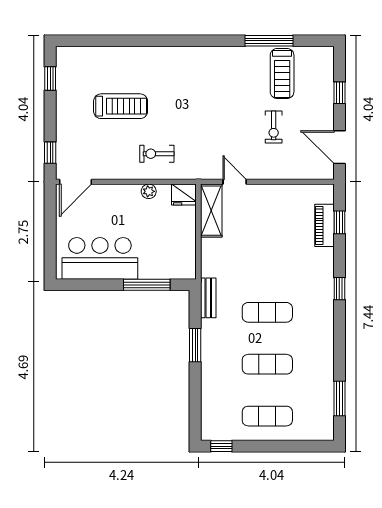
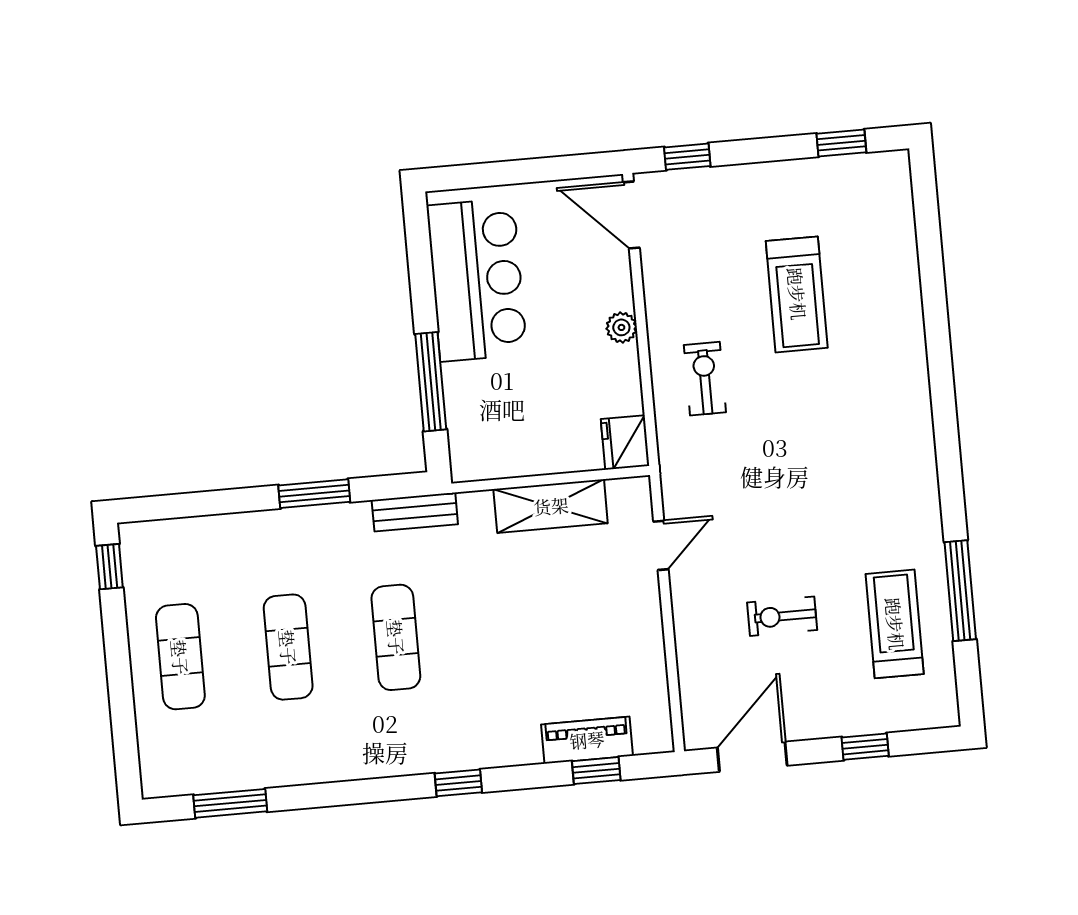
treadmill: (282, 74) -> (895, 624), turned 90
plant: (149, 191) -> (621, 327), moved
shelving: (211, 211) -> (551, 506), moved

